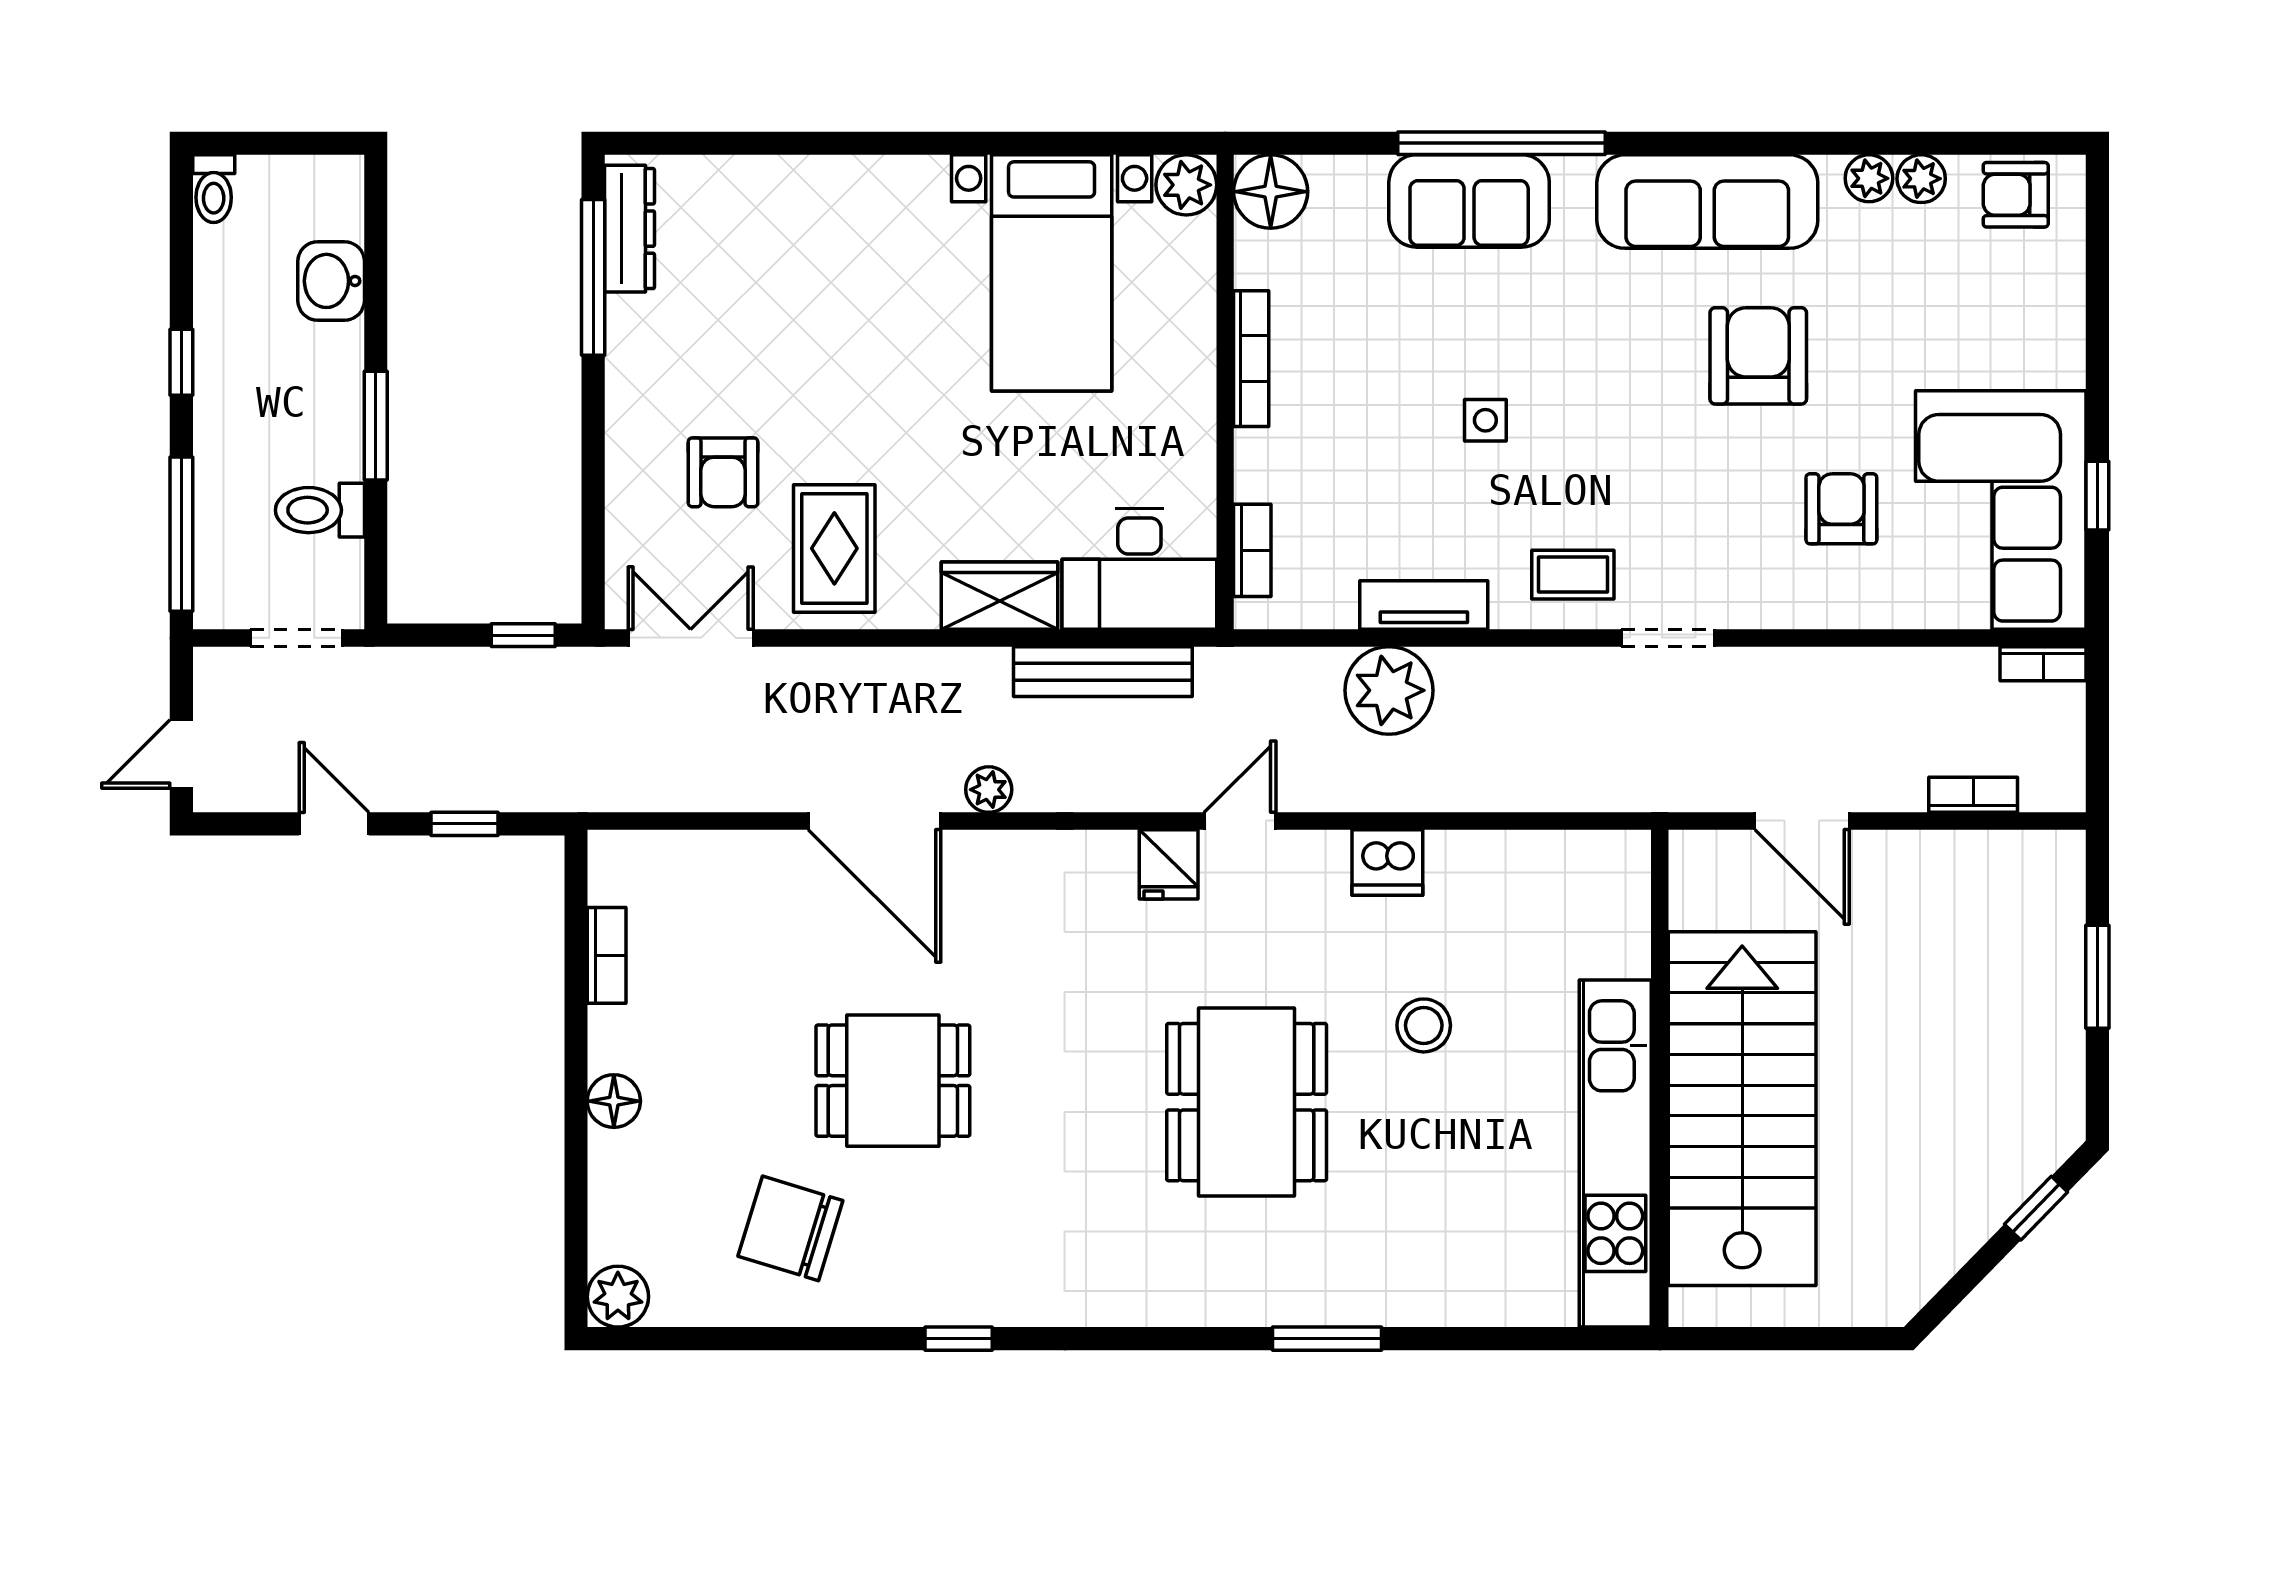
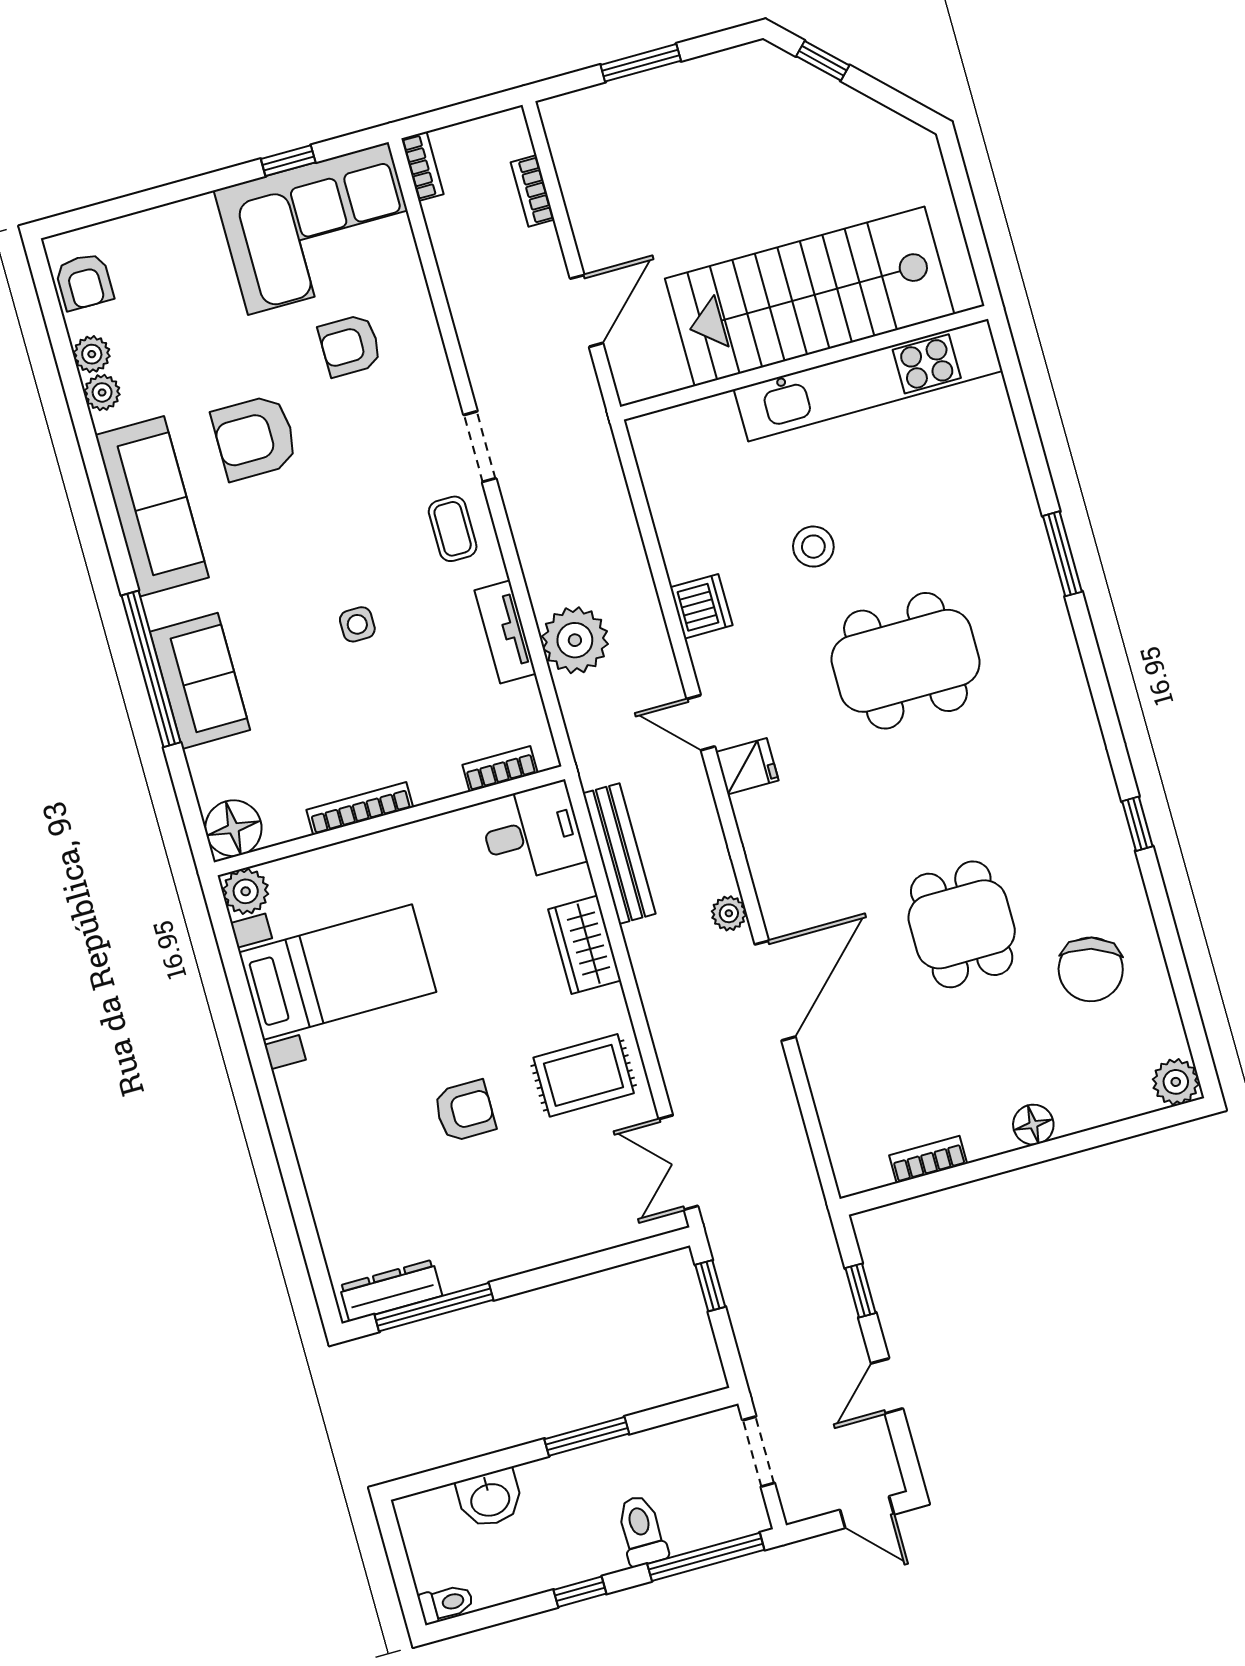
armchair: (723, 472) -> (465, 1111), moved
toilet: (320, 510) -> (642, 1531), moved, turned 180
desk: (1139, 569) -> (532, 832), width x0.73

